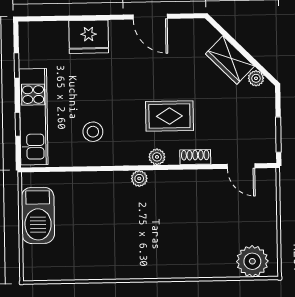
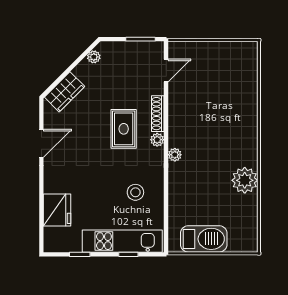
fridge: (89, 37) -> (57, 210), moved
wardrobe: (230, 60) -> (65, 92), moved
shoe rack: (195, 157) -> (158, 114), width x1.43
plant: (252, 261) -> (245, 180), moved

